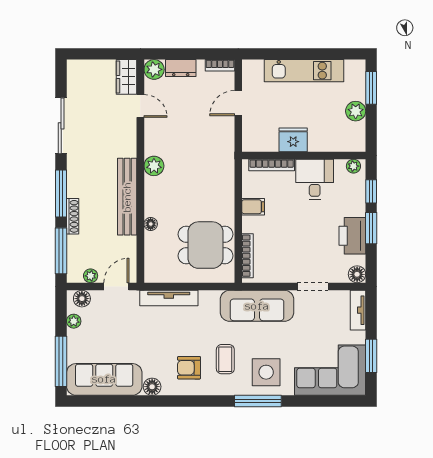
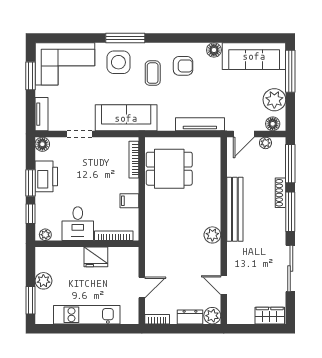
wardrobe: (127, 77) -> (270, 316), moved, turned -90
floor lamp: (151, 224) -> (215, 186), removed
plant: (74, 321) -> (274, 100), width x1.88, depth x1.88

